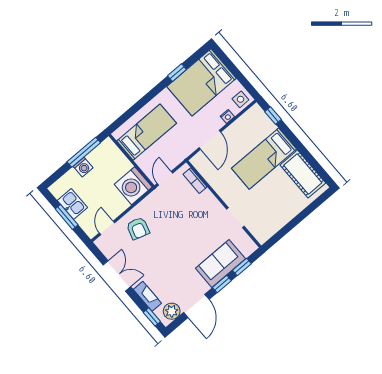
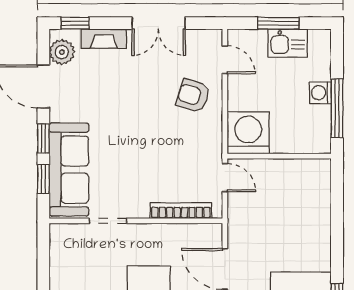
bed: (147, 132) -> (298, 202), removed
bookcase: (195, 181) -> (181, 211), width x1.56
sofa: (220, 264) -> (69, 170), width x1.36

